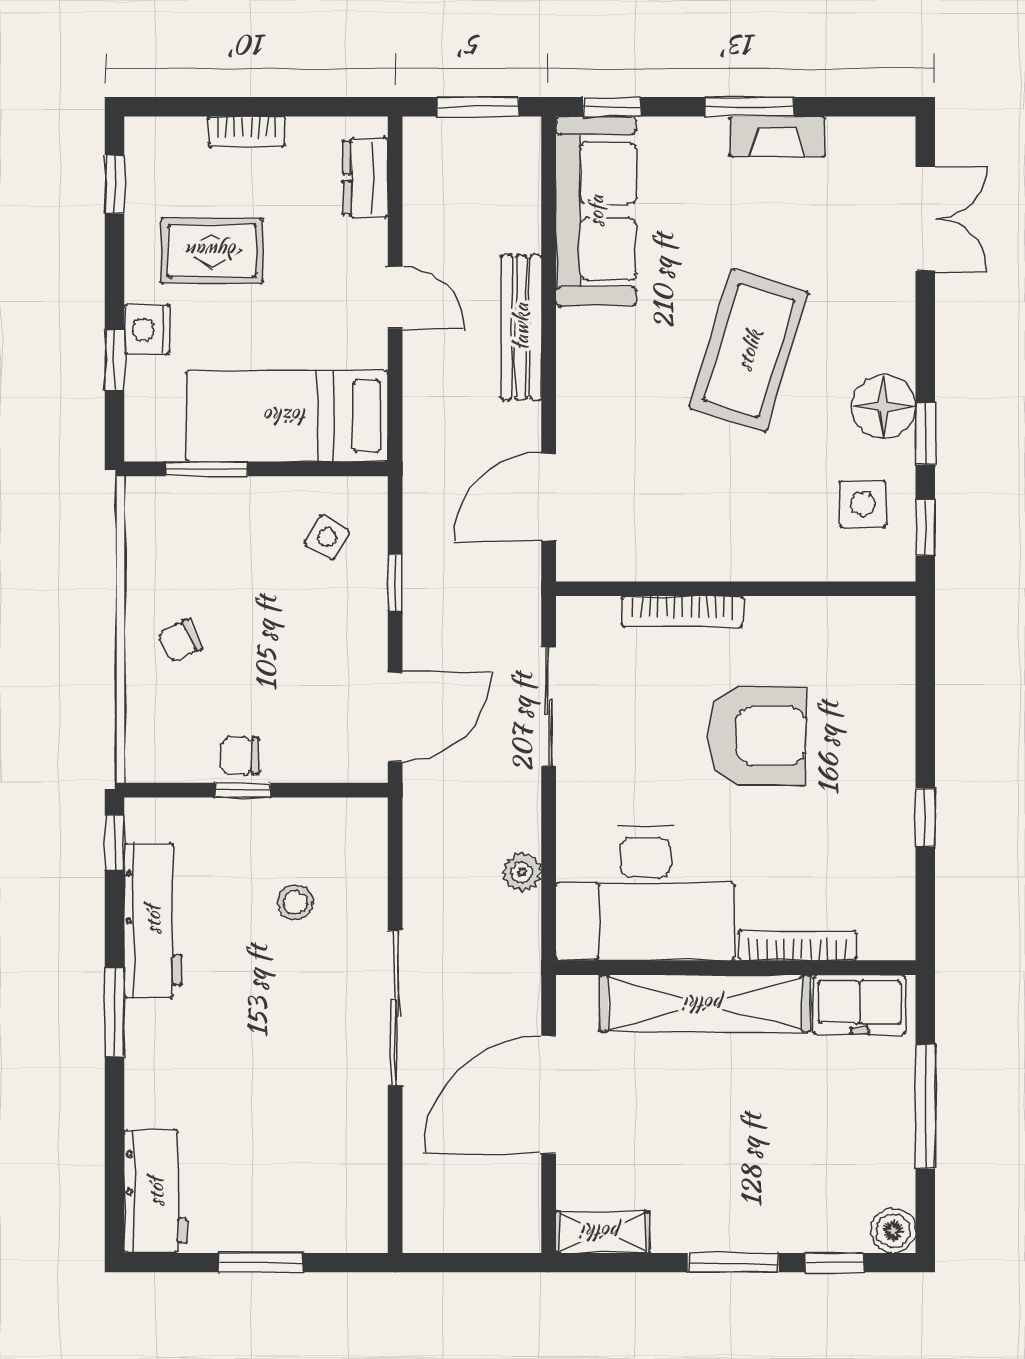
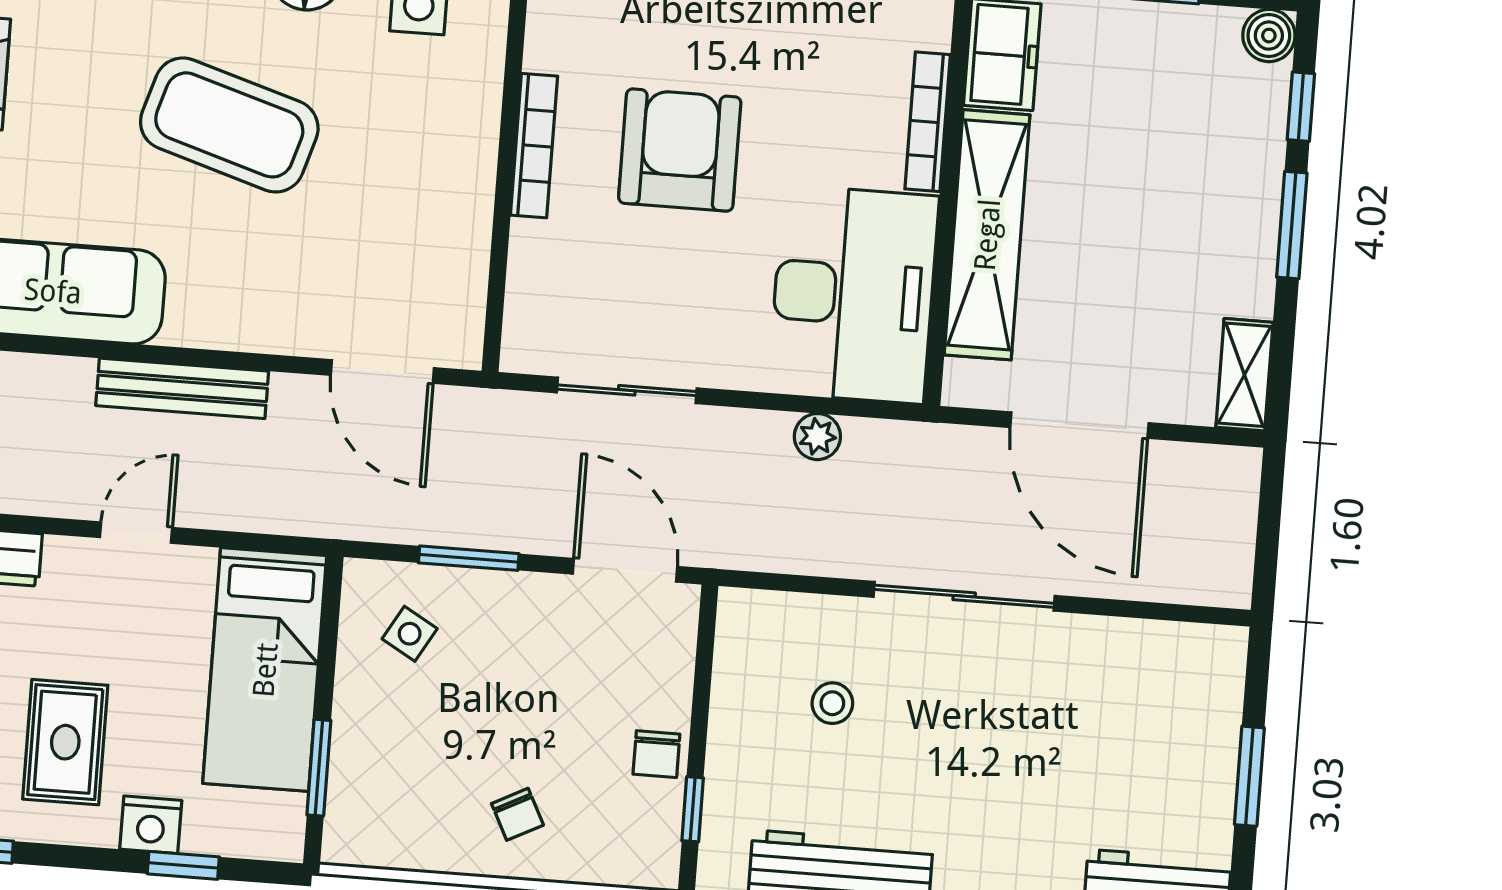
window: (395, 583) -> (469, 558), width x1.50
bookcase: (683, 611) -> (534, 146), moved
window: (243, 790) -> (693, 809), moved

